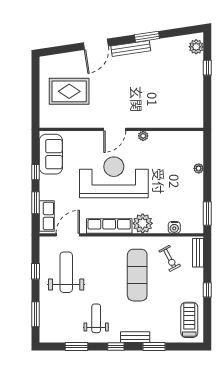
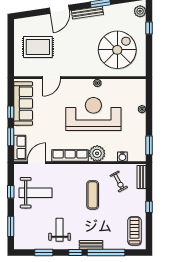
spiral stairs: (168, 95) -> (117, 50), added
door: (115, 129) -> (52, 78), moved
sofa: (51, 154) -> (23, 103), width x1.36
reception desk: (114, 177) -> (93, 114), moved
weight bench: (66, 272) -> (35, 193), turned 90
exercise mat: (137, 275) -> (93, 195), width x0.73, depth x0.69
window: (154, 347) -> (106, 252), width x2.11

